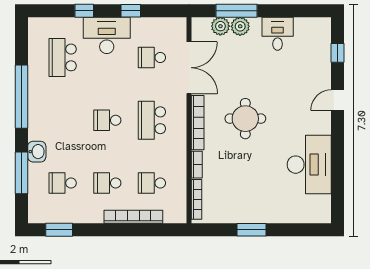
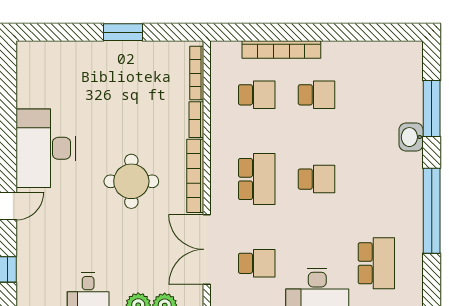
desk: (309, 165) -> (46, 148), moved
school desk: (63, 183) -> (376, 95), removed
window: (59, 230) -> (381, 32), removed

